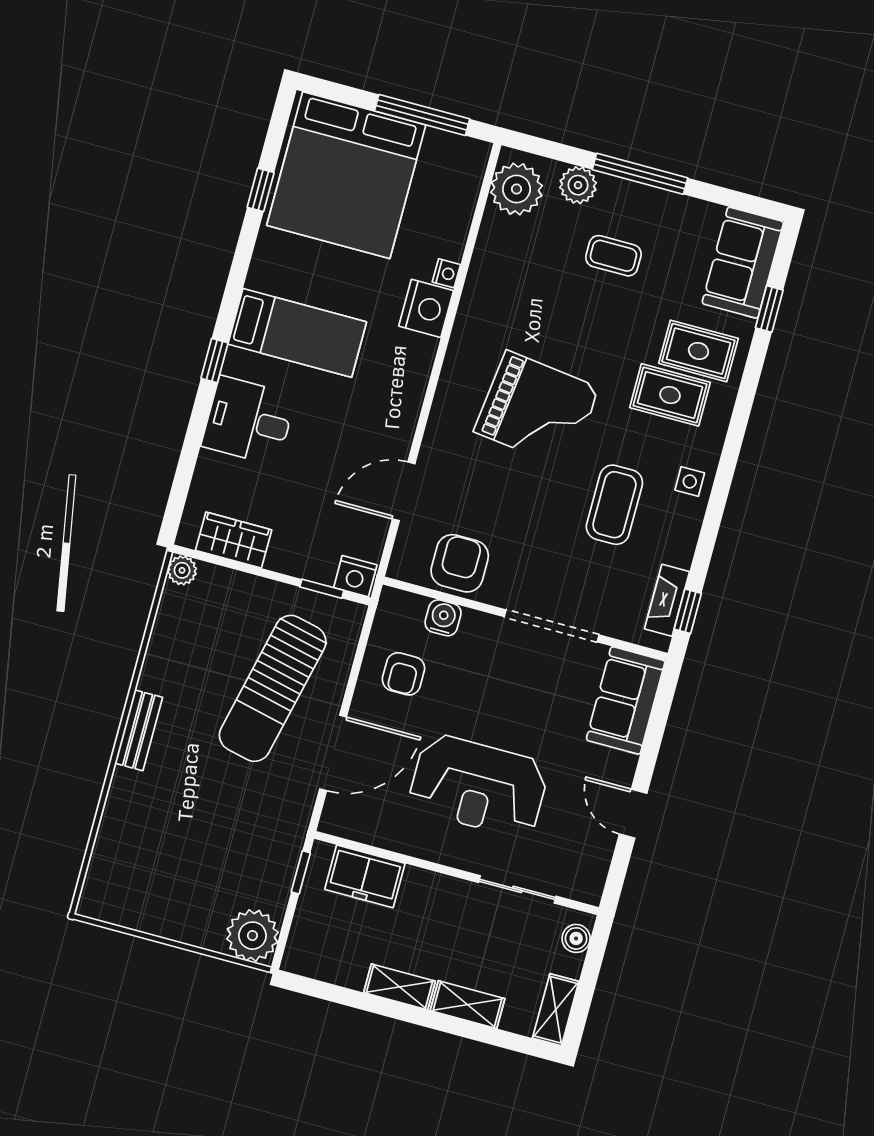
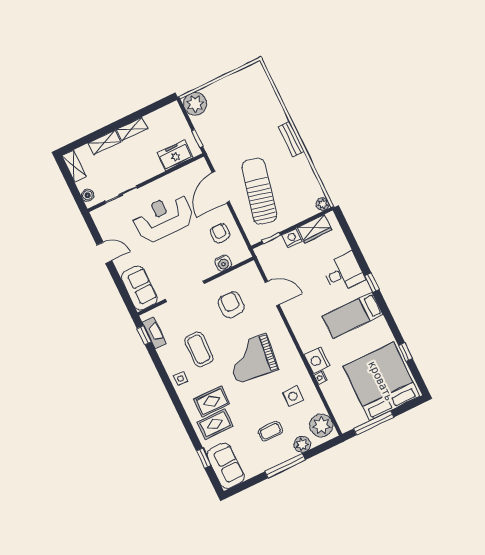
side table: (522, 282) -> (293, 396), added
door: (404, 491) -> (272, 293), hinge flipped
armchair: (460, 563) -> (231, 305), moved, turned 180
nightstand: (355, 576) -> (292, 238), moved

